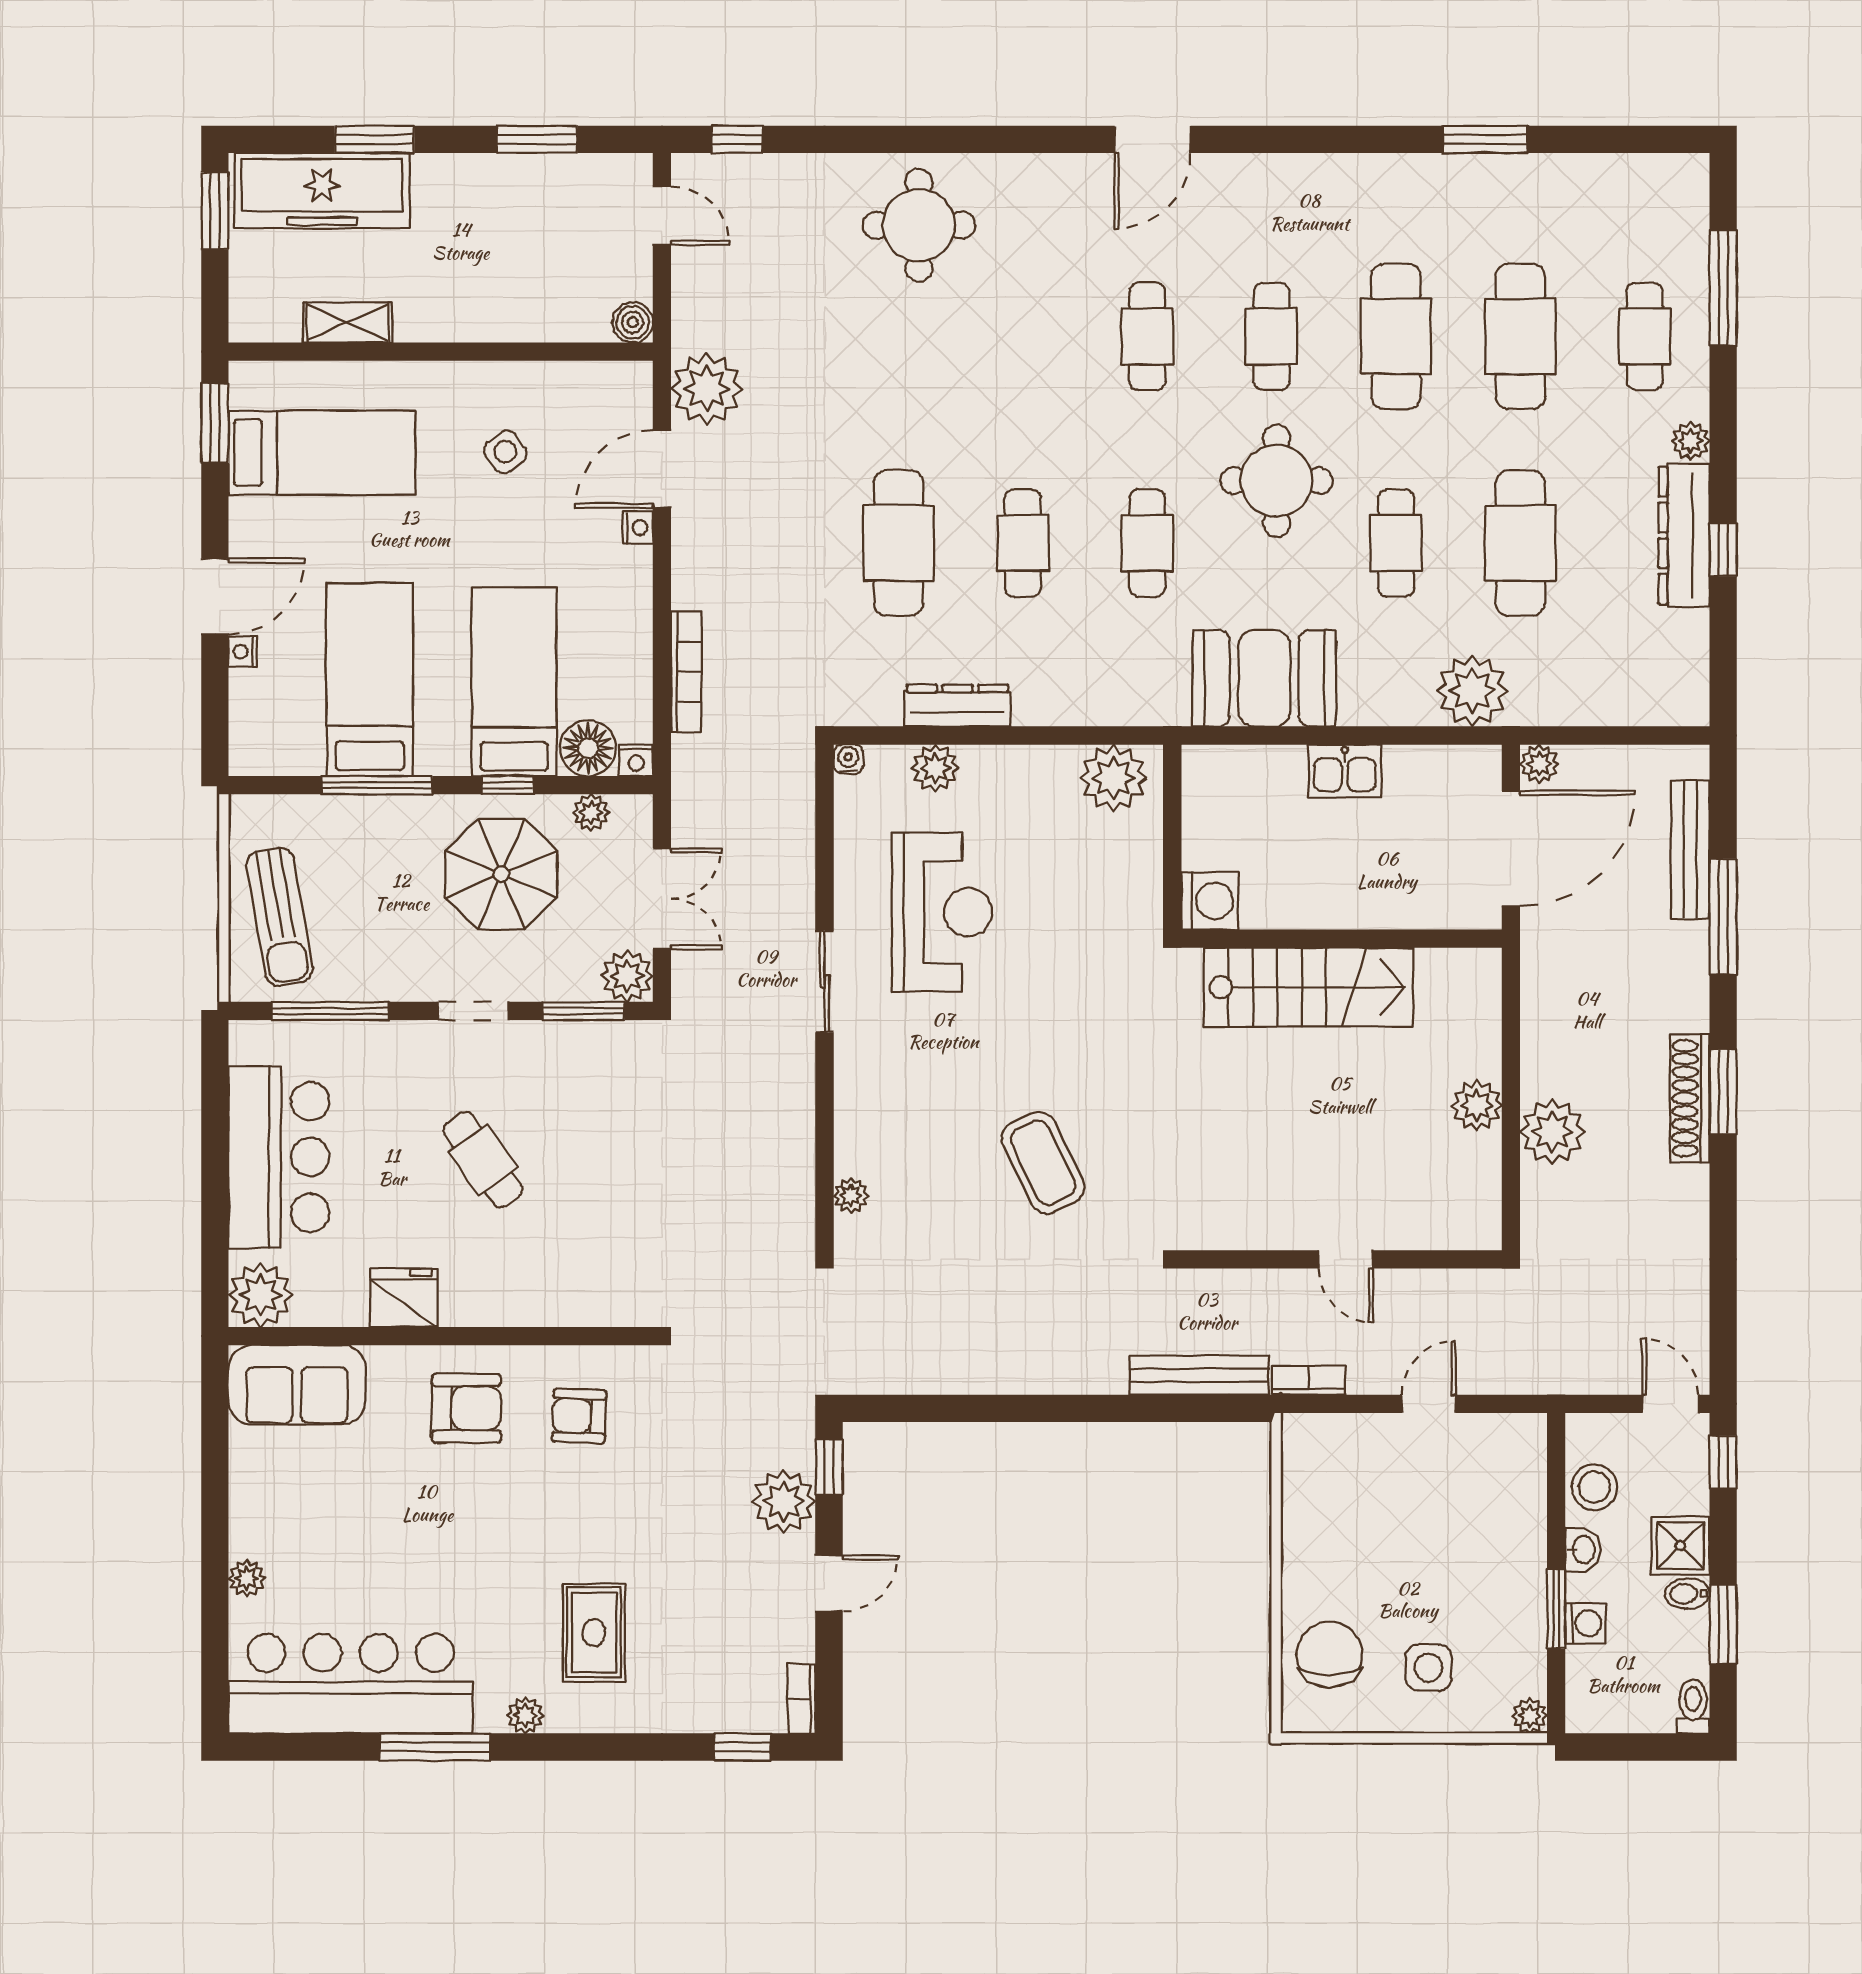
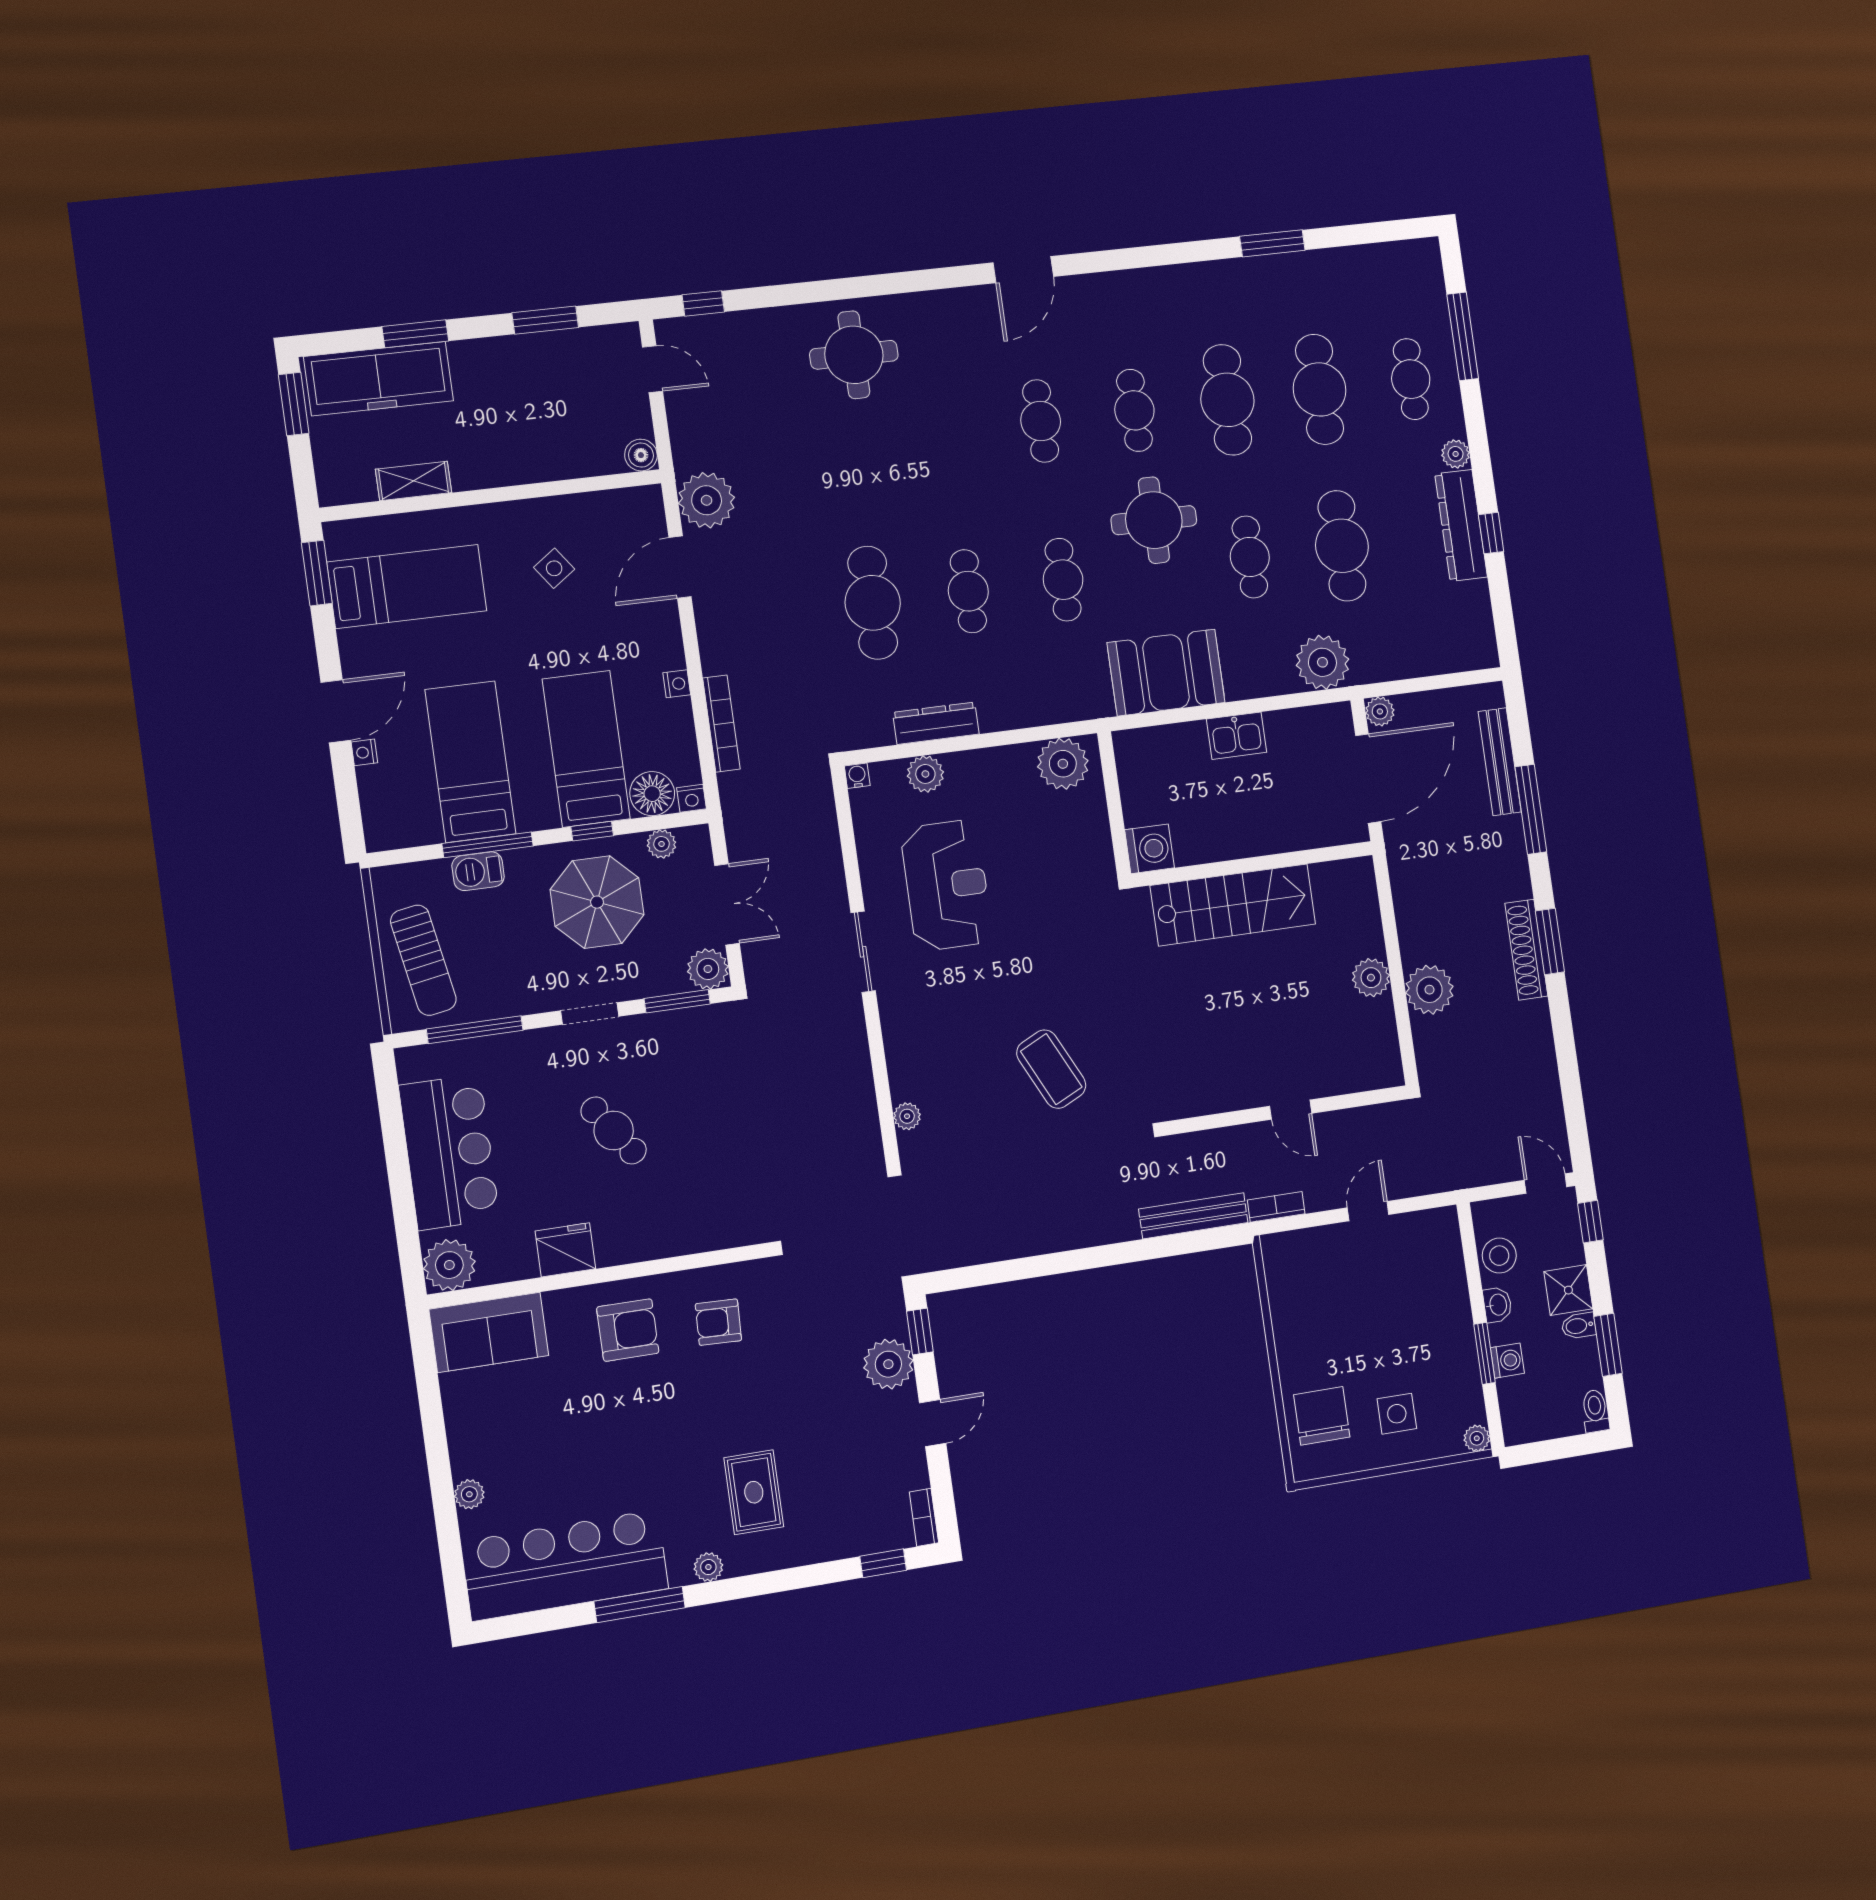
nightstand: (638, 528) -> (677, 684), moved
barbecue: (361, 816) -> (478, 871), added

